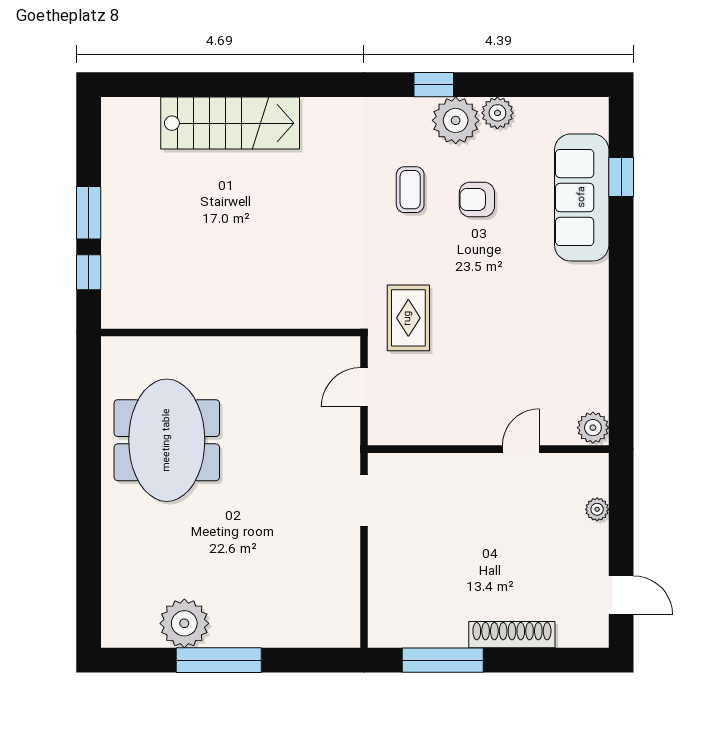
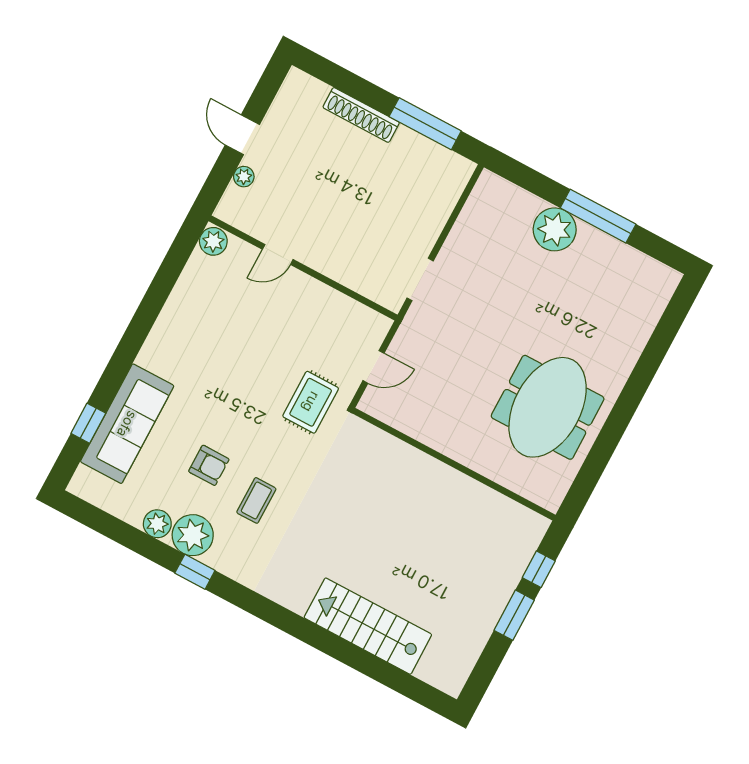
door: (621, 595) -> (242, 135), moved
plant: (184, 623) -> (555, 229), moved

